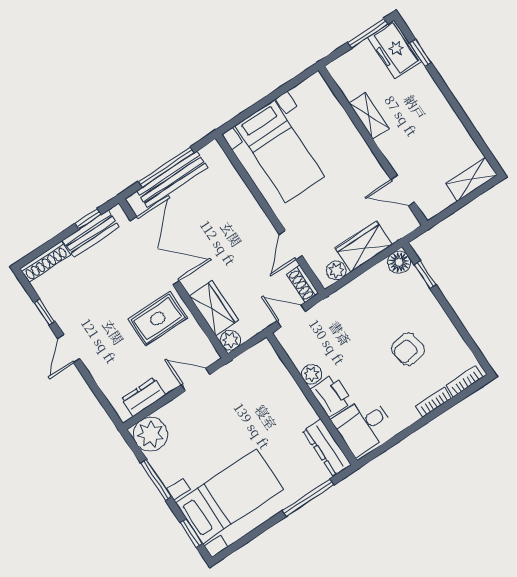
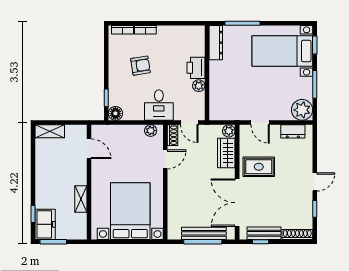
bed with nightstands: (280, 151) -> (130, 211), width x1.36
wardrobe: (364, 246) -> (128, 134), removed
desk: (363, 425) -> (159, 105), moved, turned 90

